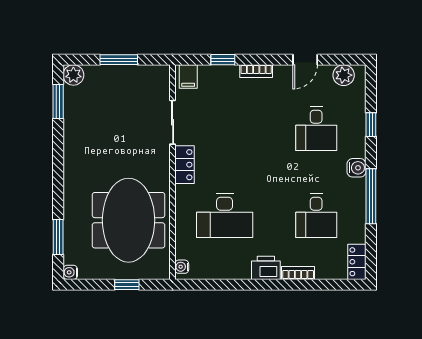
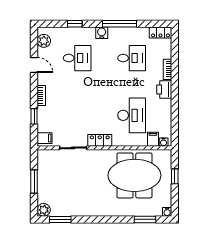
filing cabinet: (186, 250) -> (153, 139), added

